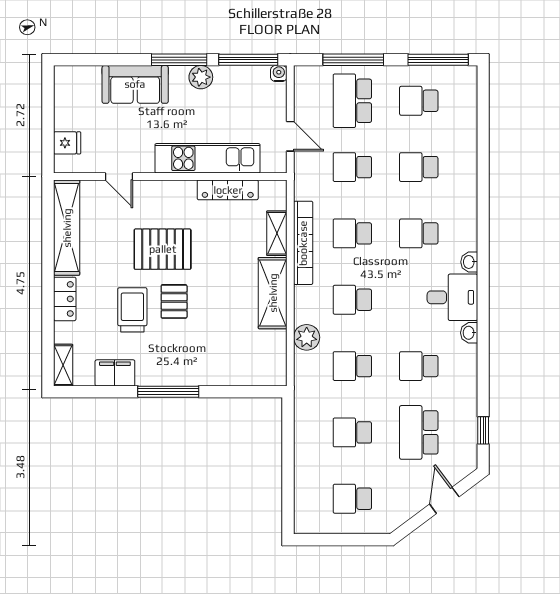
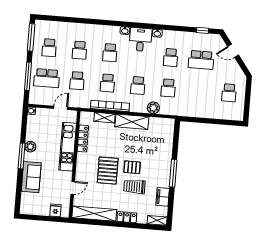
window: (248, 60) -> (24, 124), removed
school desk: (352, 432) -> (199, 90), removed

